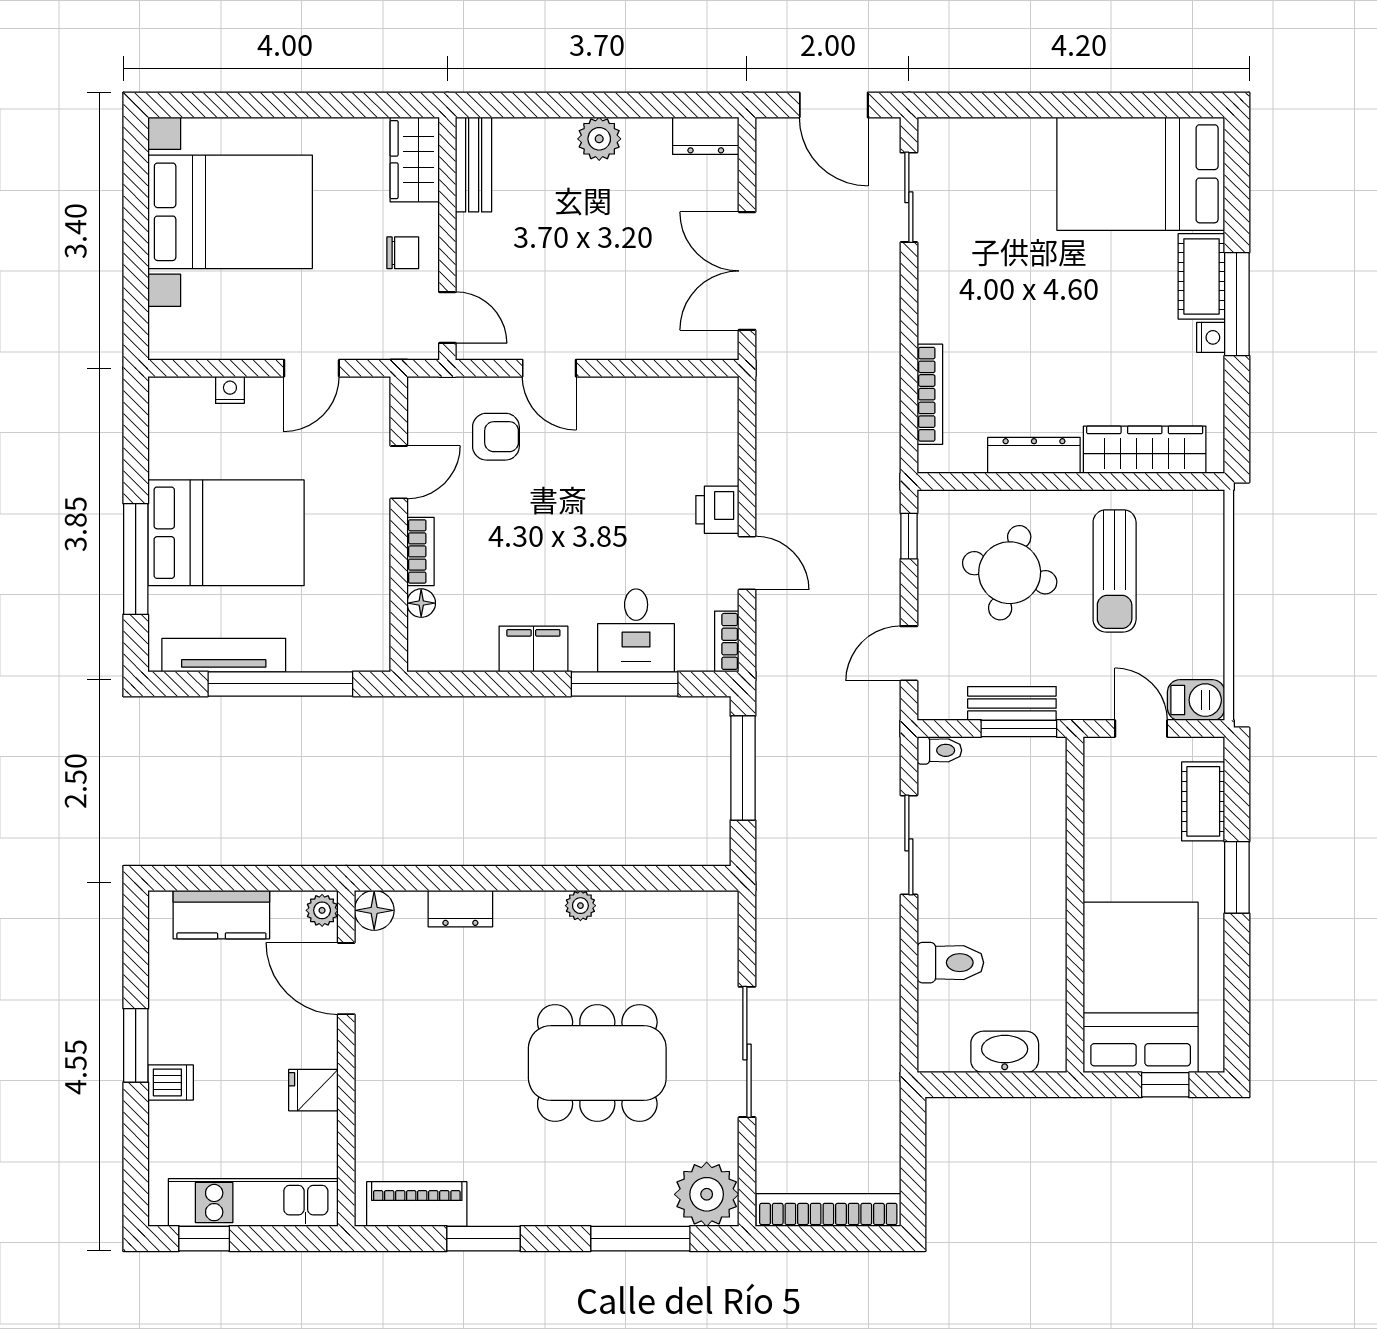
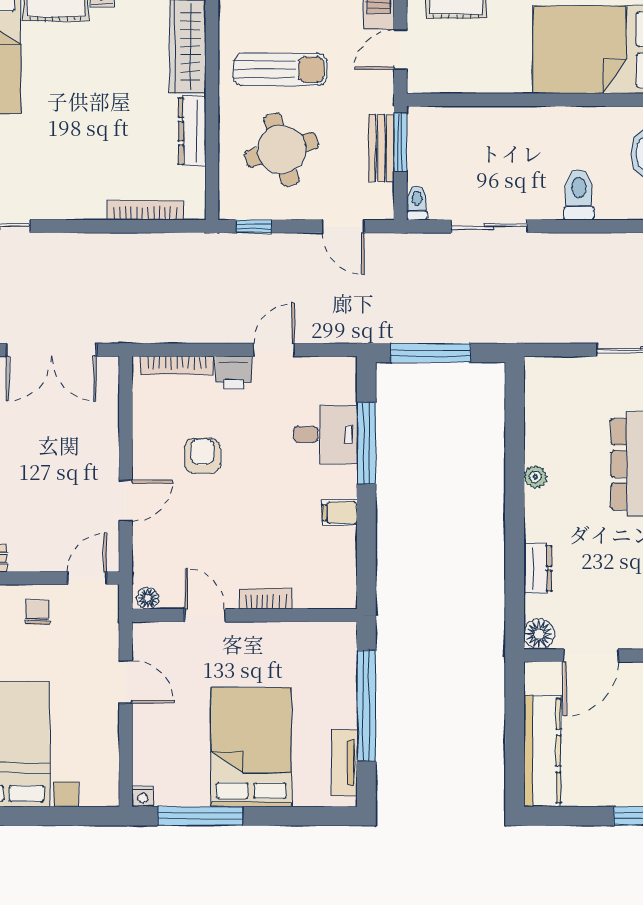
nightstand: (230, 390) -> (143, 796), moved, turned -90
armchair: (496, 437) -> (202, 456), moved
window: (136, 559) -> (200, 816), moved
round table: (1010, 573) -> (282, 150), turned -31
floor lamp: (421, 603) -> (148, 598), moved
bookcase: (727, 641) -> (177, 365), moved, width x1.56
filing cabinet: (533, 649) -> (340, 513), width x0.50
tv unit: (224, 655) -> (344, 763), width x0.71
plant: (322, 910) -> (539, 674), removed
kitchen counter: (221, 915) -> (542, 751), width x1.50

